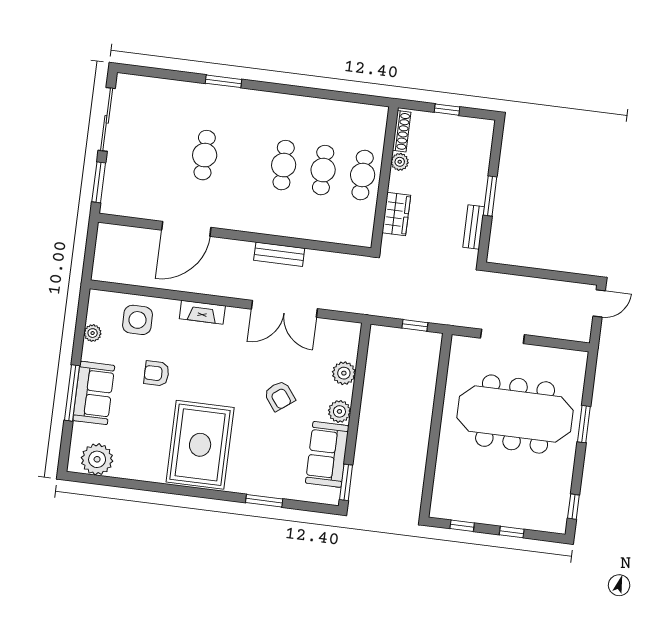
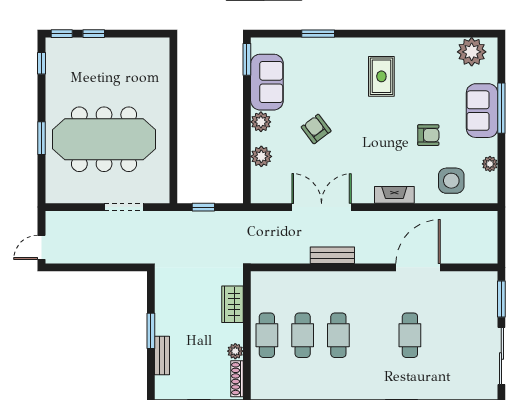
bench: (474, 227) -> (162, 356), moved
rug: (200, 445) -> (381, 76), width x0.54, depth x0.49
window: (462, 526) -> (62, 34), moved

